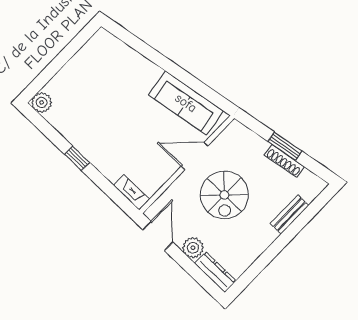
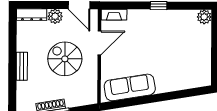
door: (195, 156) -> (99, 43), moved
bench: (290, 214) -> (22, 66), moved

